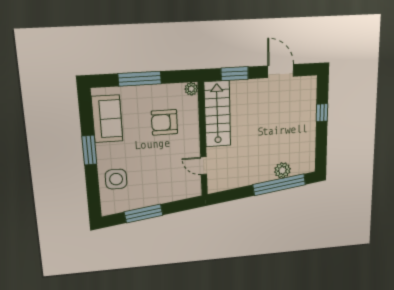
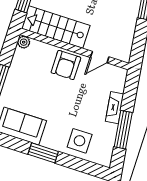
armchair: (164, 122) -> (66, 65), moved
fireplace: (161, 198) -> (115, 108), added

